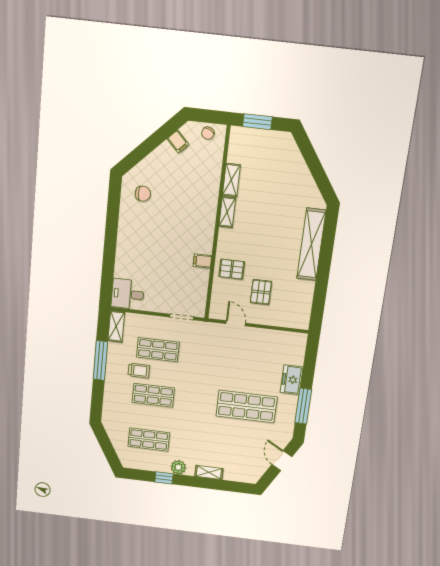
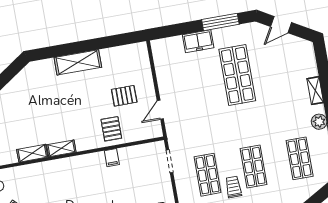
shelving: (311, 244) -> (78, 62), width x0.68

